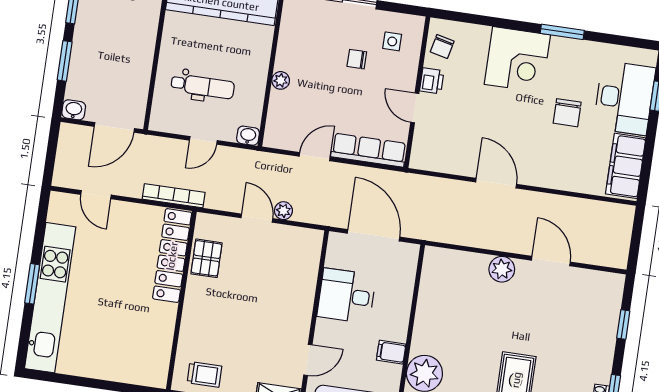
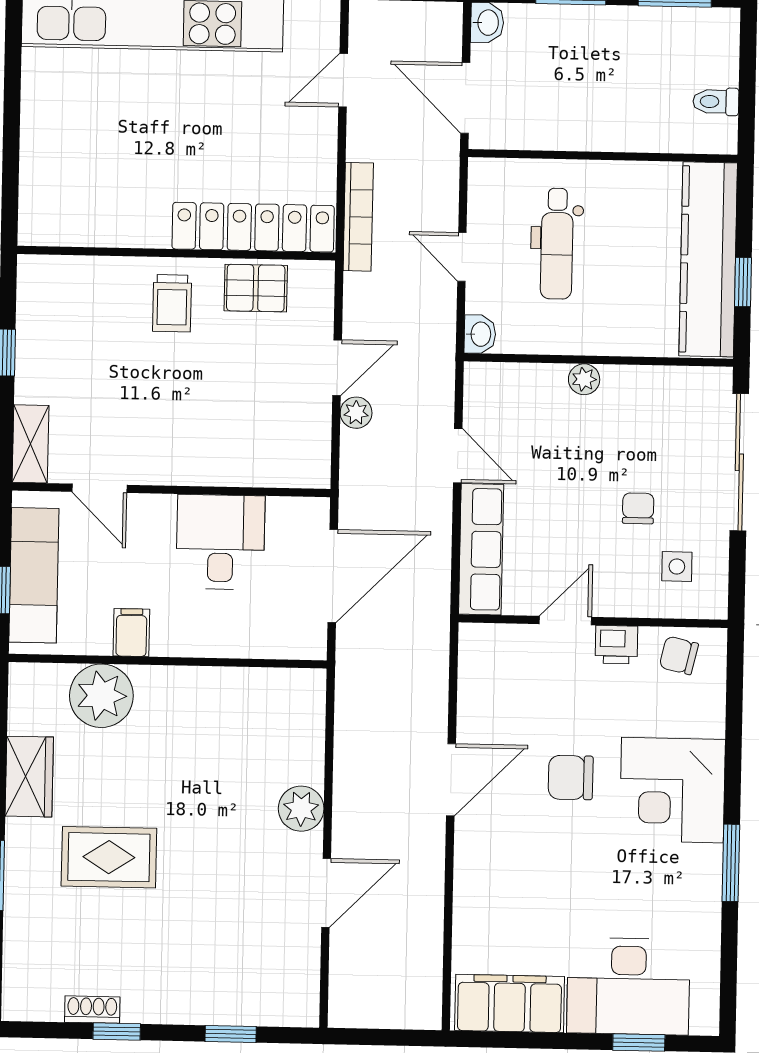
chair: (567, 113) -> (571, 778), moved
trolley: (204, 374) -> (172, 303), moved

